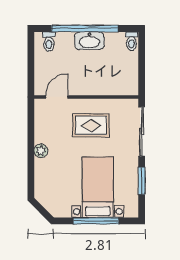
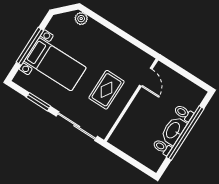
toilet: (131, 41) -> (162, 147), moved
toilet: (49, 42) -> (184, 113), moved
plant: (41, 151) -> (81, 19), moved

